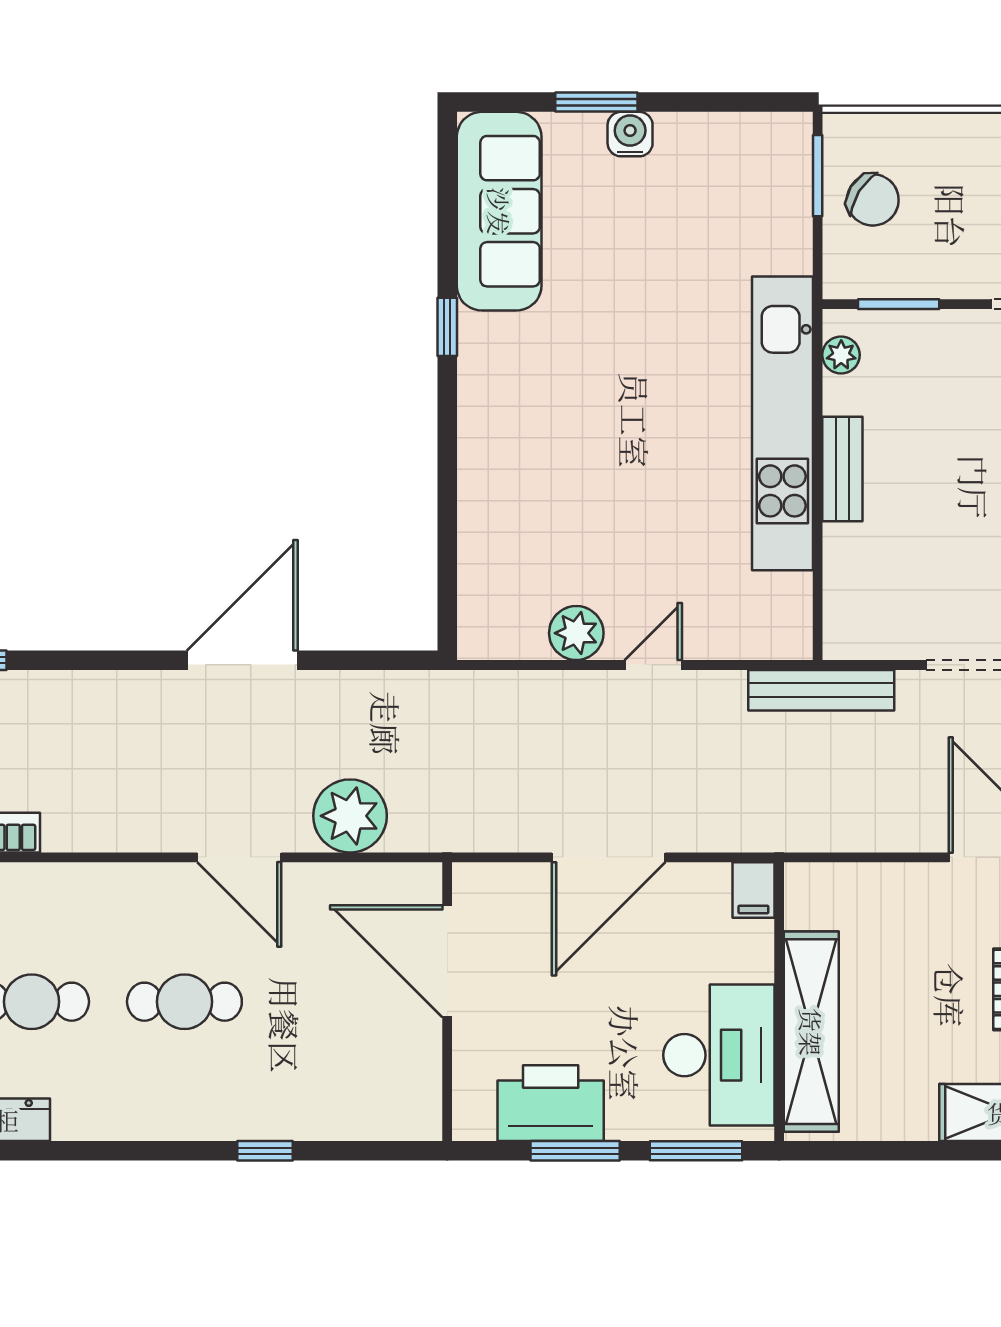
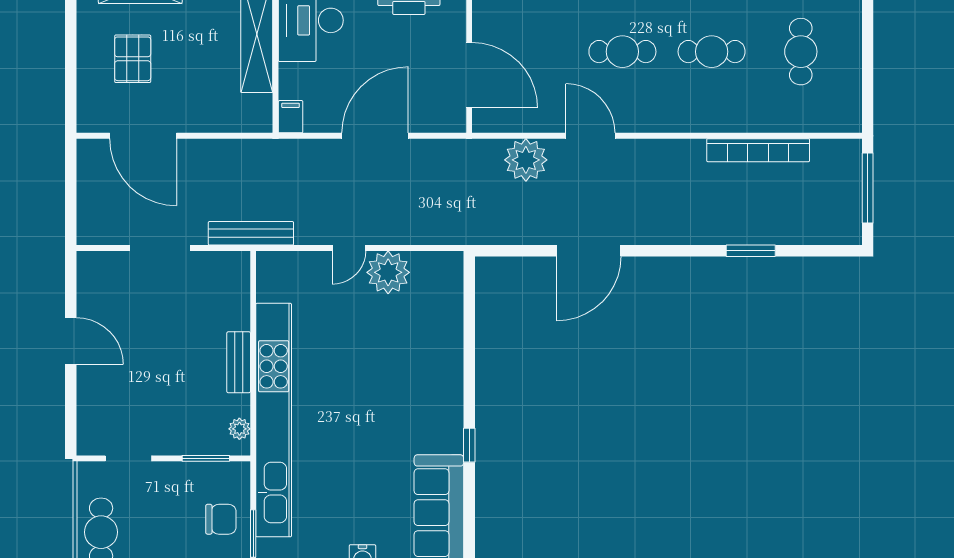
chair: (873, 200) -> (221, 519), turned 148
kitchen unit: (782, 423) -> (274, 420), width x1.36
plant: (576, 633) -> (388, 272), width x1.36, depth x1.36

